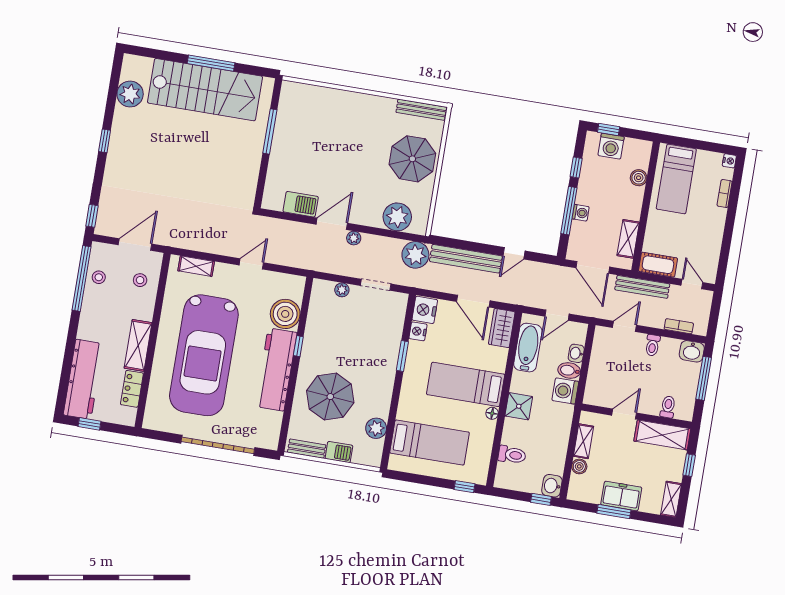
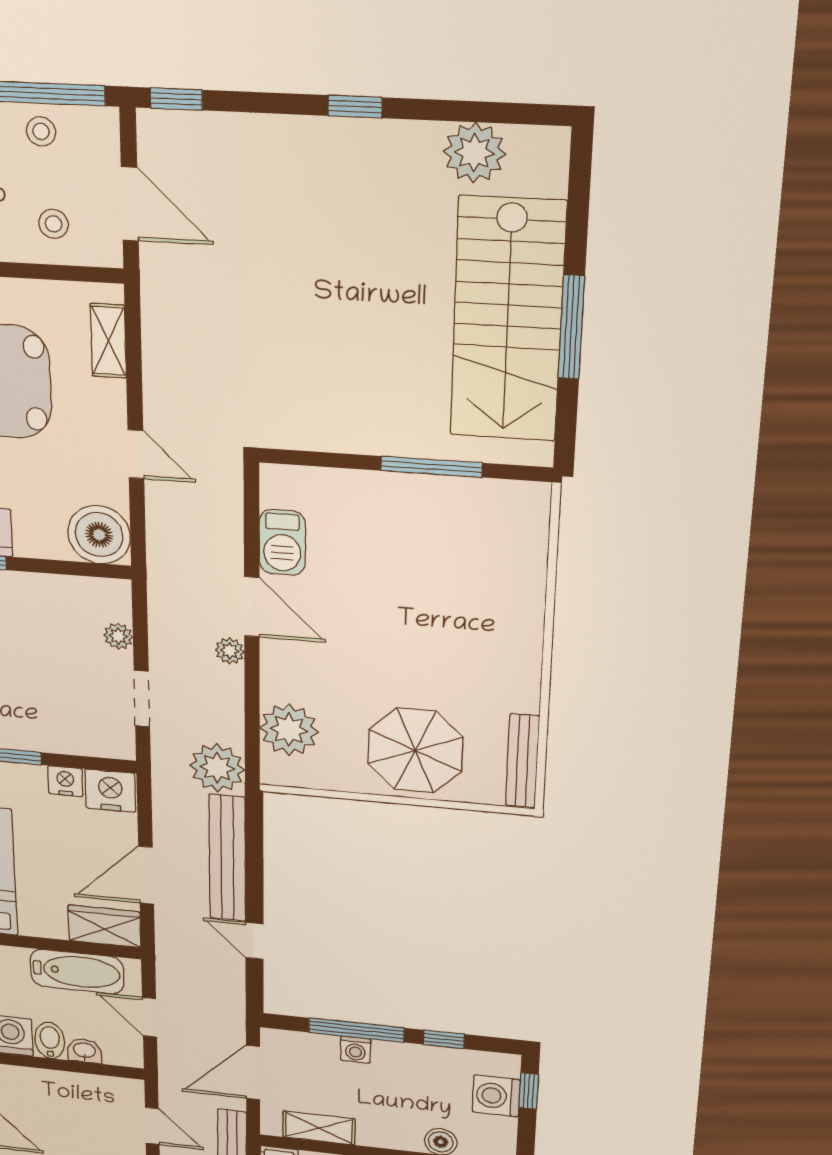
boiler: (285, 314) -> (99, 535), moved

